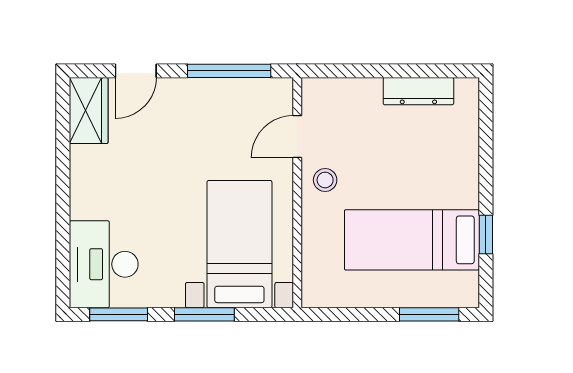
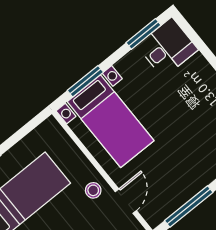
desk: (104, 264) -> (167, 47), width x0.73
window: (204, 314) -> (85, 81), moved

